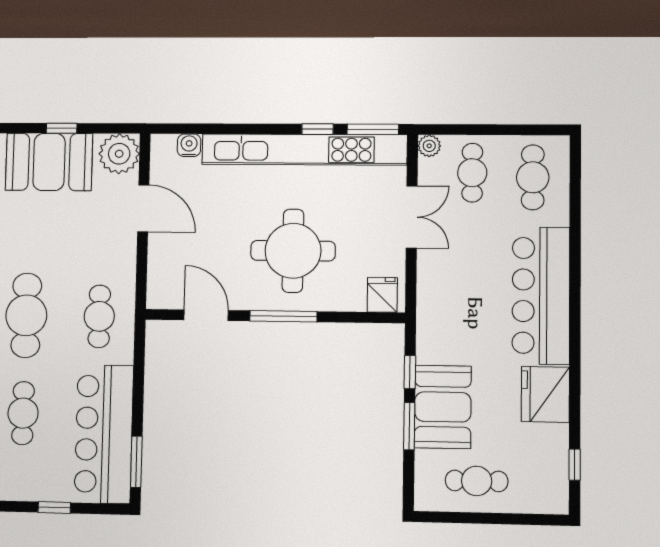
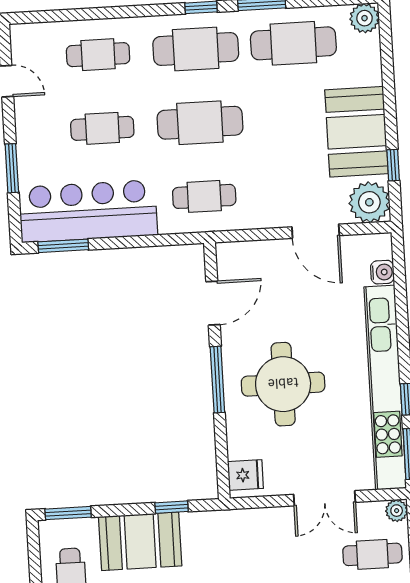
window: (62, 128) -> (393, 165), moved
door: (143, 208) -> (316, 231), hinge flipped
window: (409, 426) -> (68, 513), moved
window: (54, 508) -> (12, 168), width x1.50

